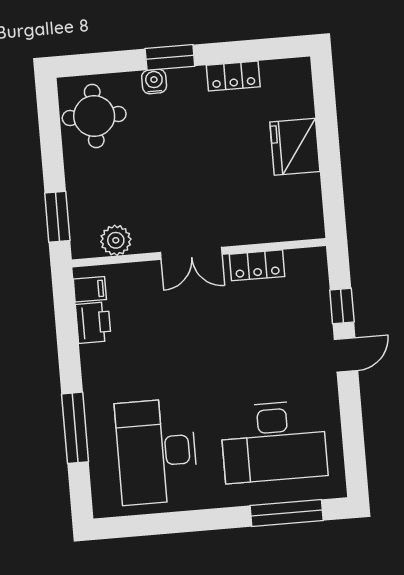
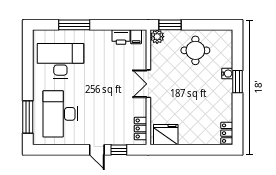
locker: (233, 76) -> (227, 133), moved
round table: (94, 116) -> (195, 50), moved
fridge: (295, 147) -> (166, 135), moved
plant: (116, 240) -> (157, 37), moved
locker: (257, 265) -> (141, 128), moved

